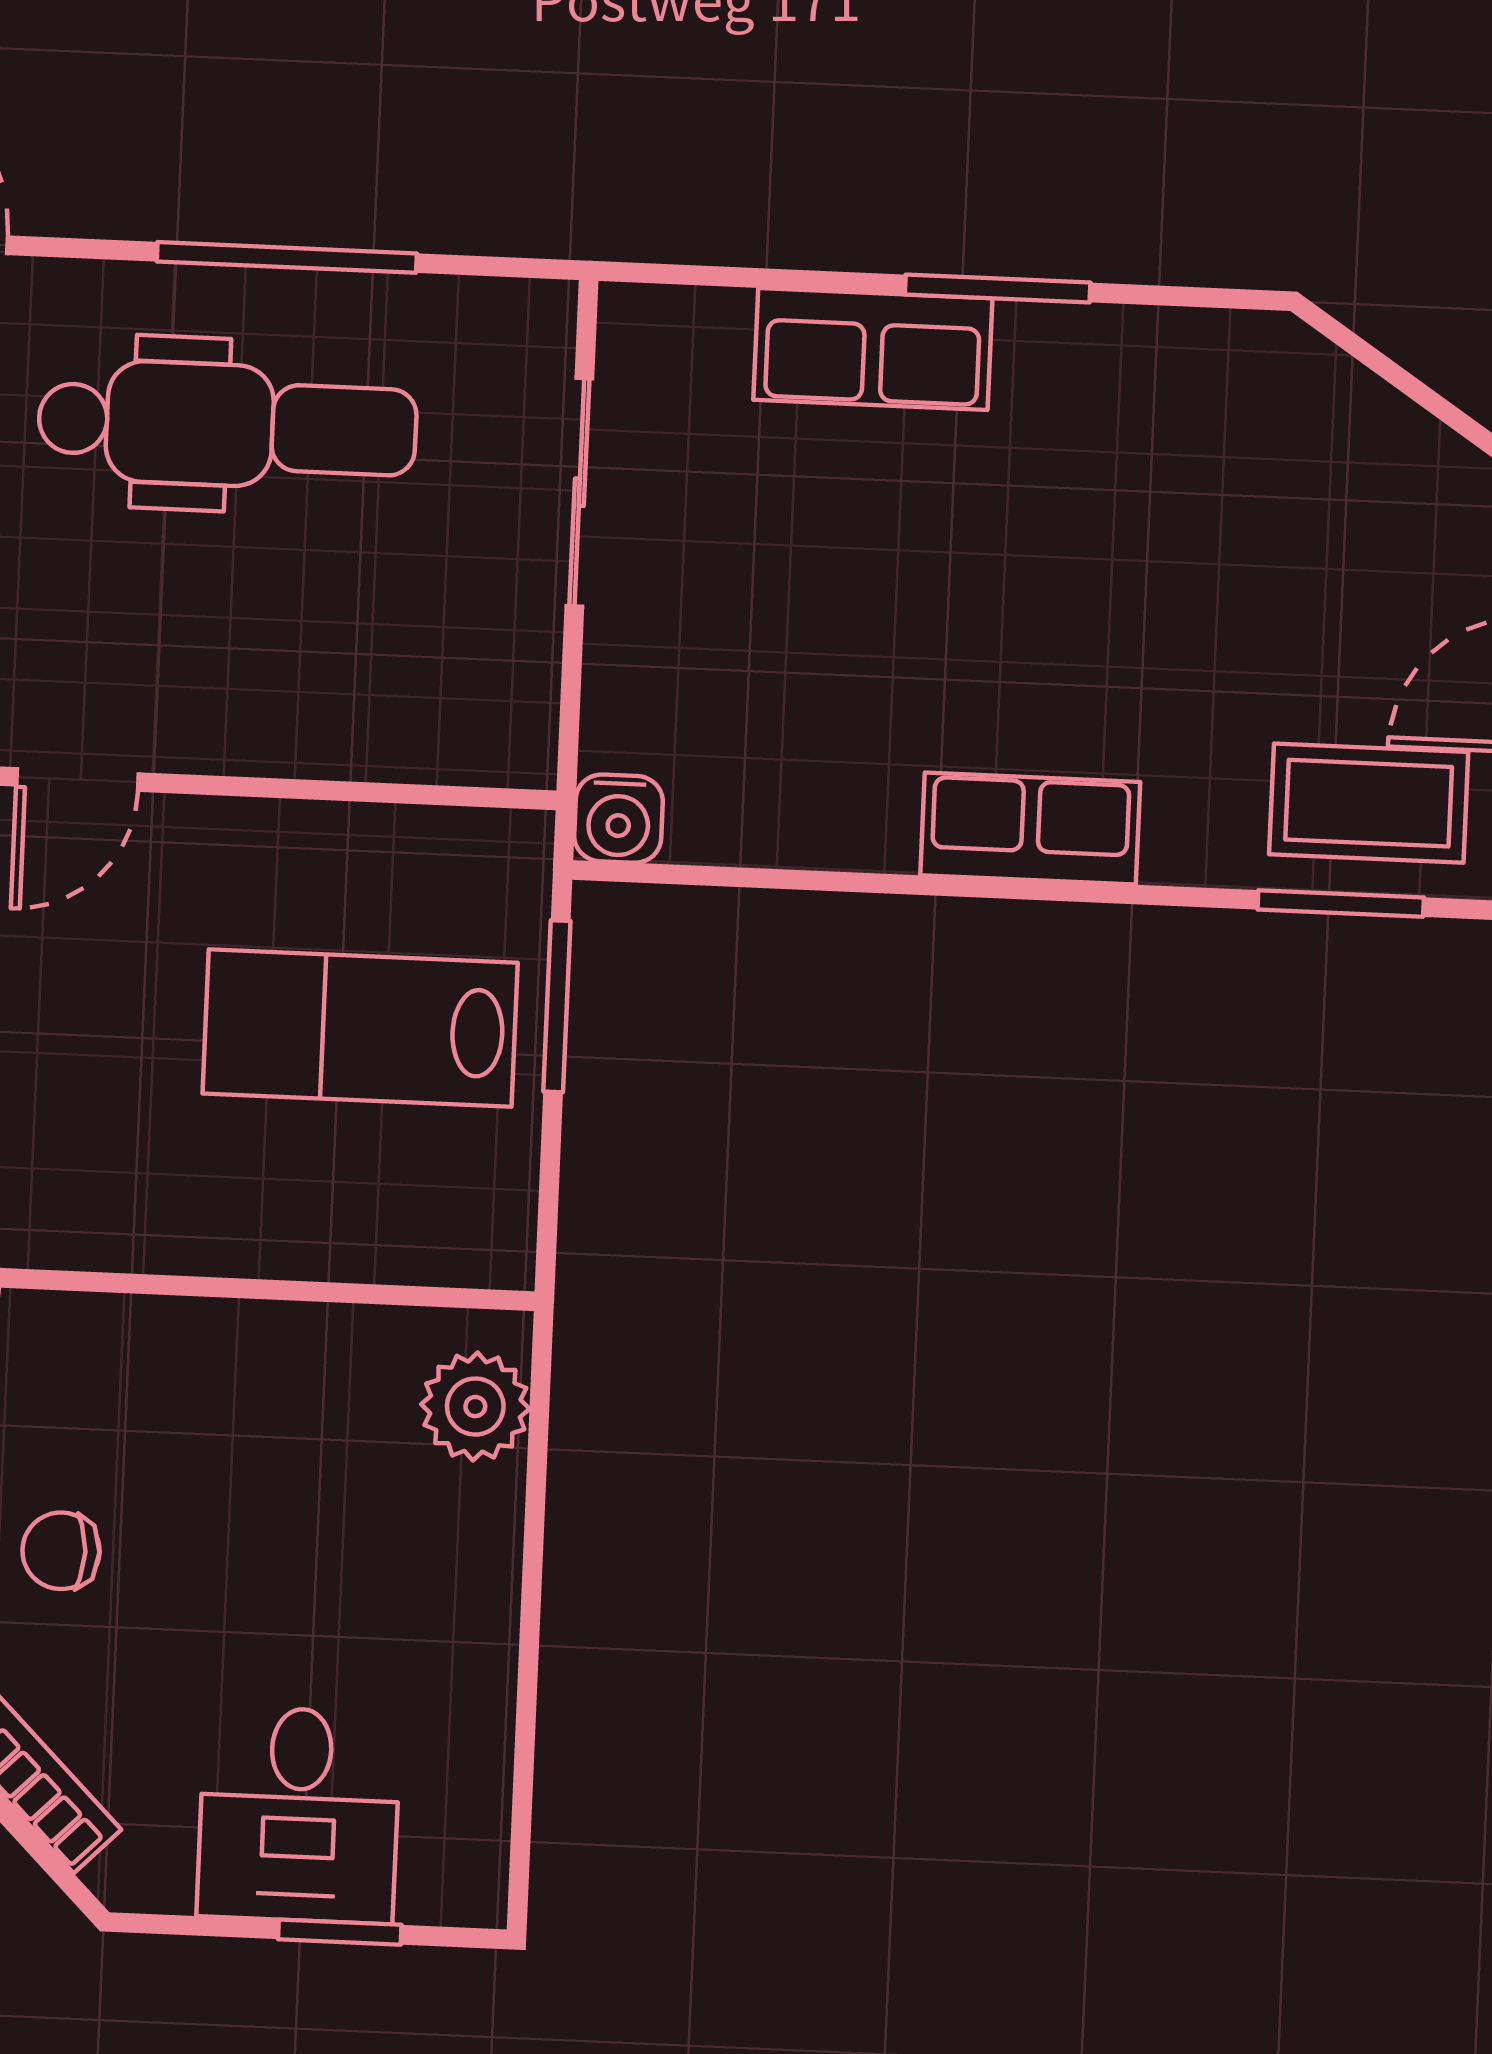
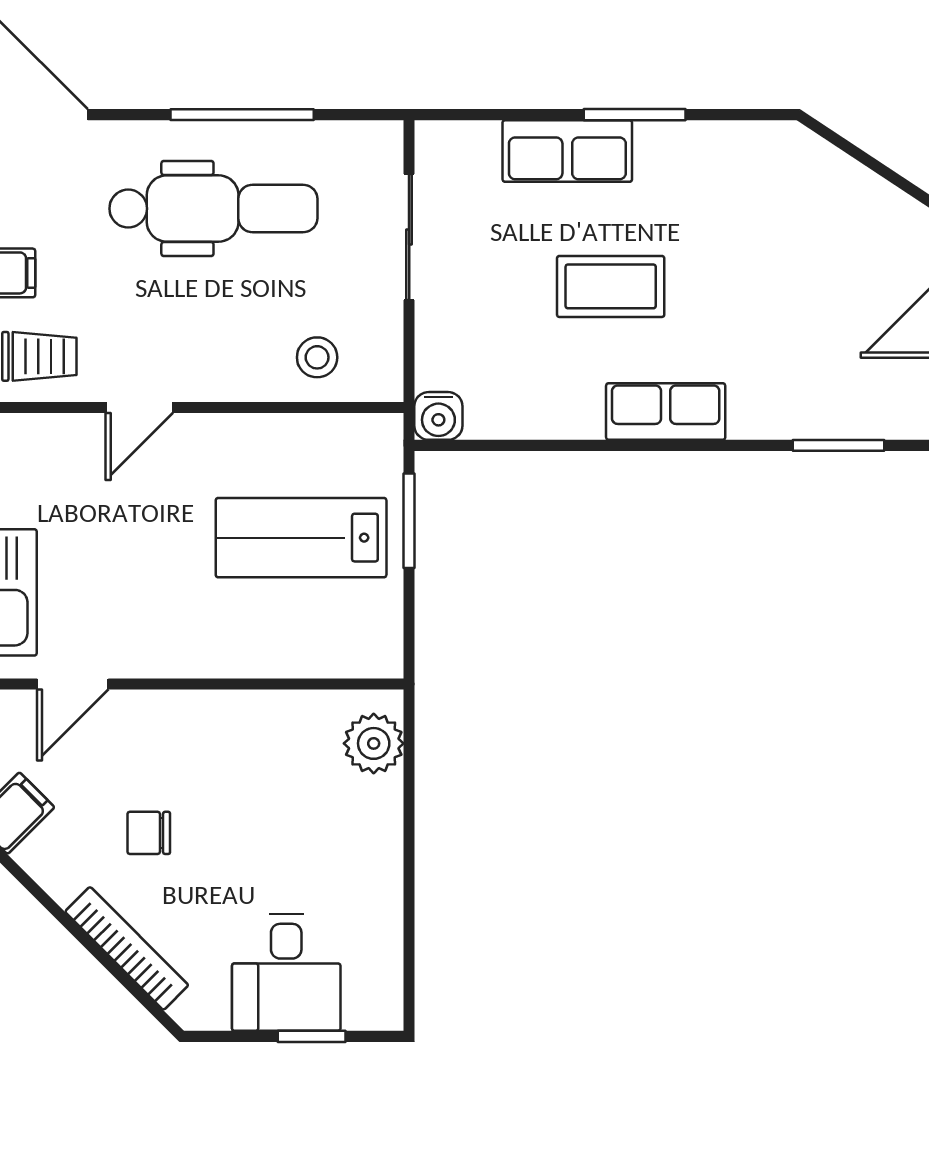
stool: (403, 703) -> (317, 357), added
coffee table: (1369, 803) -> (611, 286), moved

